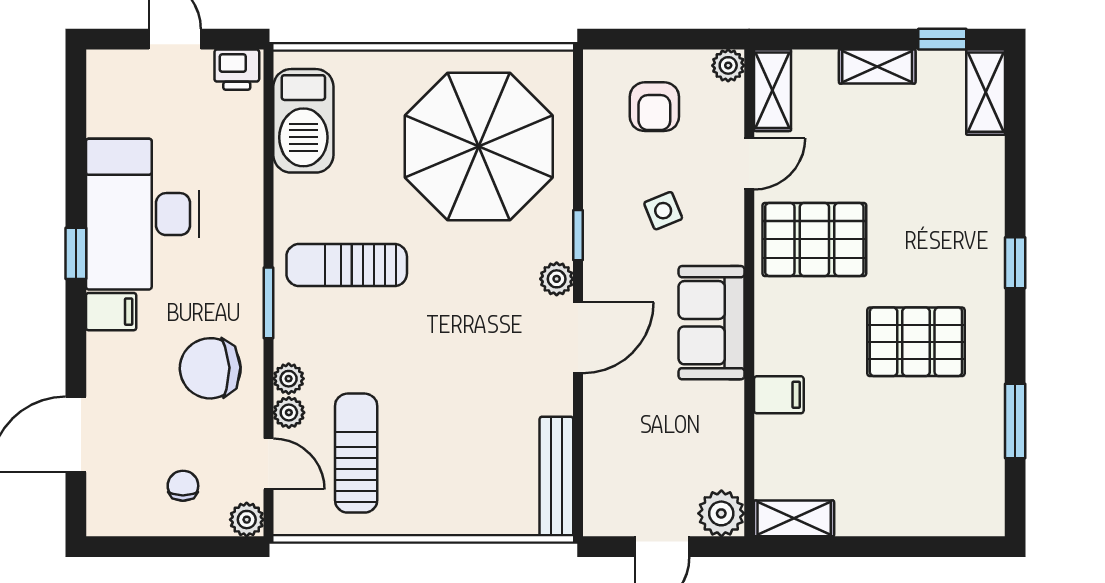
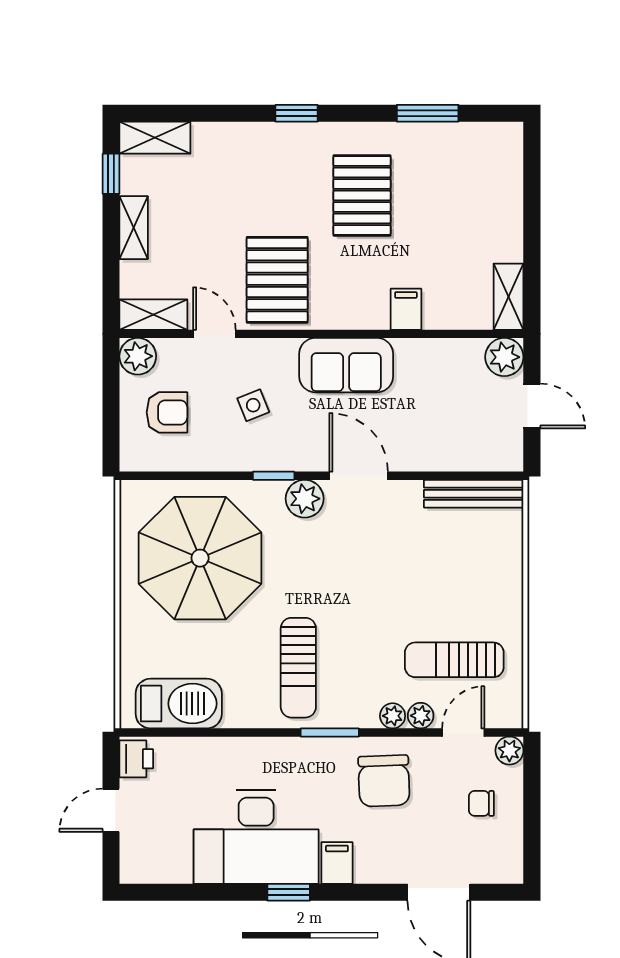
plant: (728, 65) -> (138, 356), width x1.38, depth x1.38
plant: (557, 279) -> (305, 499), width x1.38, depth x1.38

